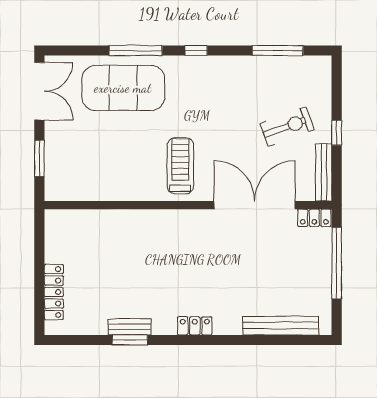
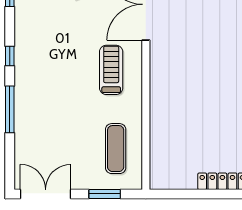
exercise mat: (123, 88) -> (116, 149), moved, width x0.50, depth x0.69
treadmill: (180, 166) -> (111, 70), turned 90

